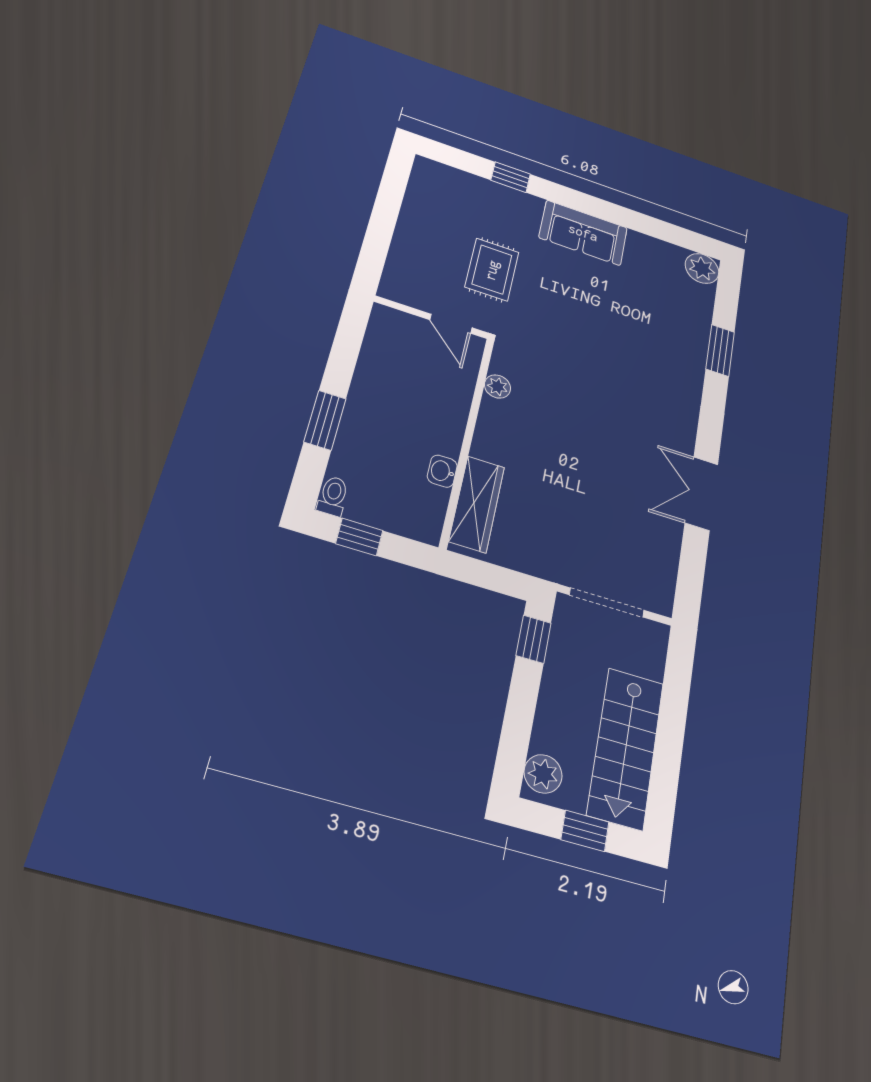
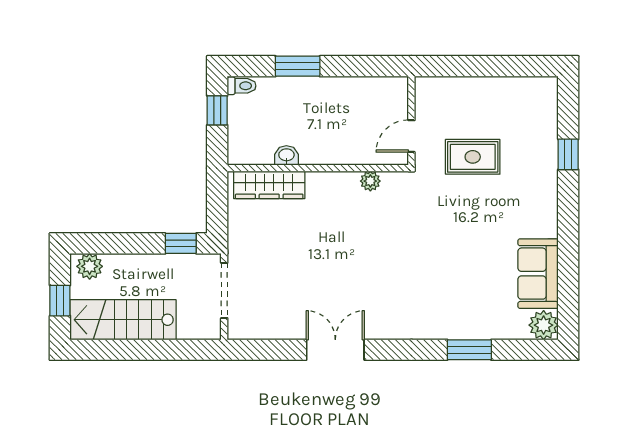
sofa: (583, 233) -> (538, 274), moved

